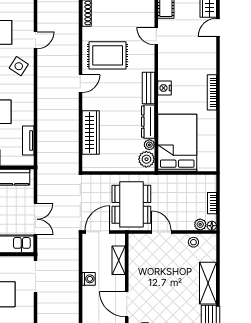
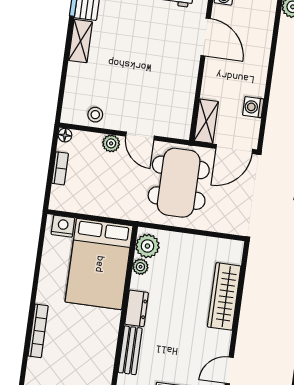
nightstand: (165, 88) -> (63, 226), moved, turned -90
dresser: (148, 122) -> (137, 308), width x0.70
plant: (200, 224) -> (111, 143), moved
shelving: (119, 260) -> (206, 121), moved
washing machine: (89, 279) -> (253, 107), moved
shelving: (208, 283) -> (80, 41), width x0.67, depth x0.75

